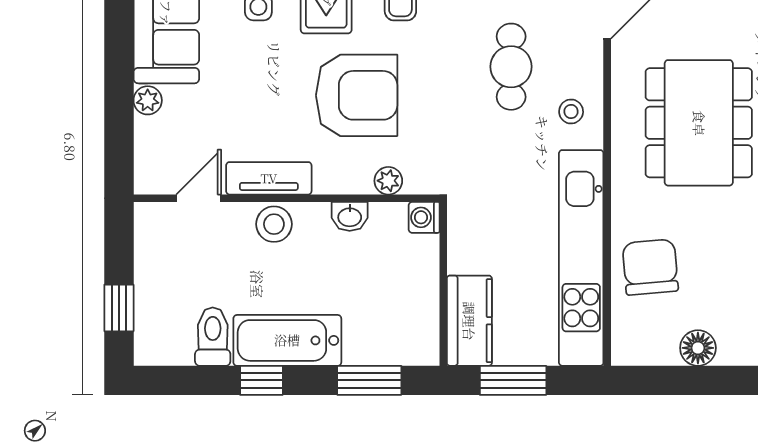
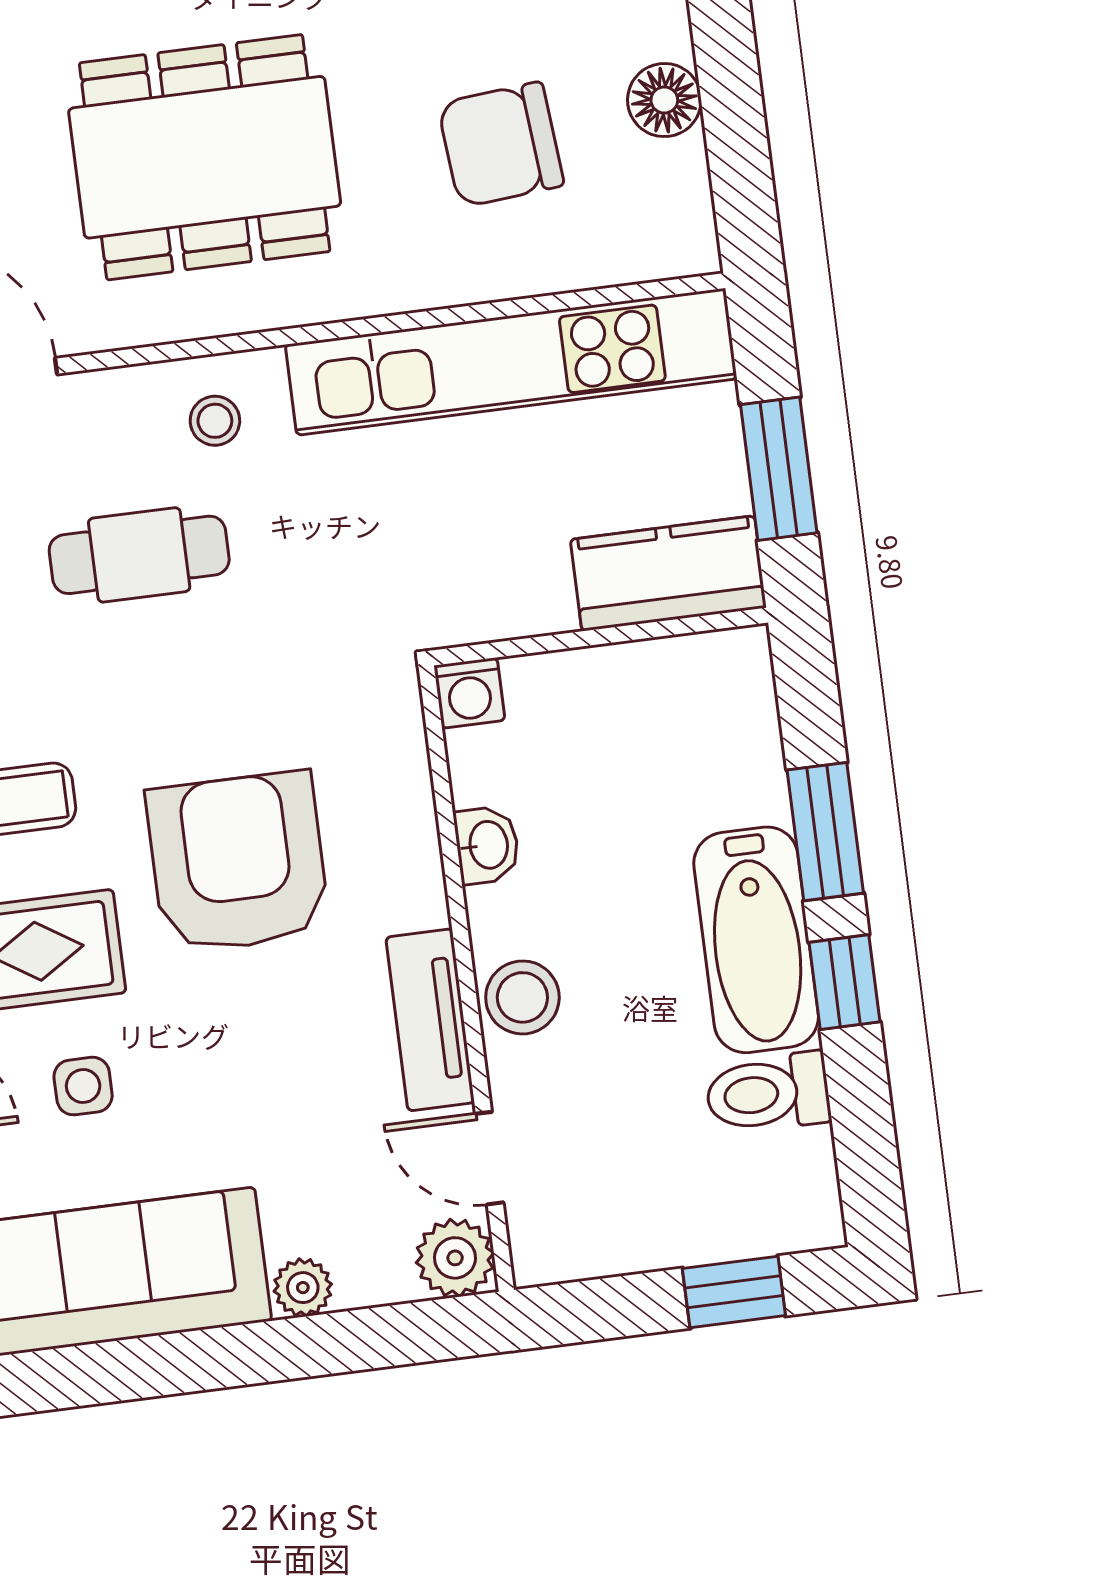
plant: (388, 181) -> (455, 1258), moved, width x1.38, depth x1.38
chair: (650, 267) -> (501, 145), moved
window: (369, 380) -> (825, 832), moved

